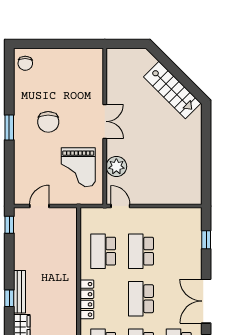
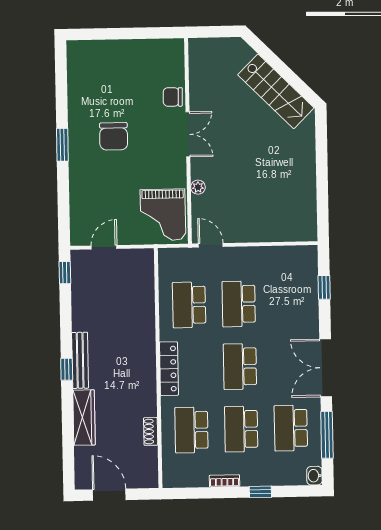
chair: (25, 63) -> (173, 97), moved, turned 89
plant: (116, 166) -> (198, 187), width x0.53, depth x0.53
grand piano: (78, 167) -> (163, 215), moved

